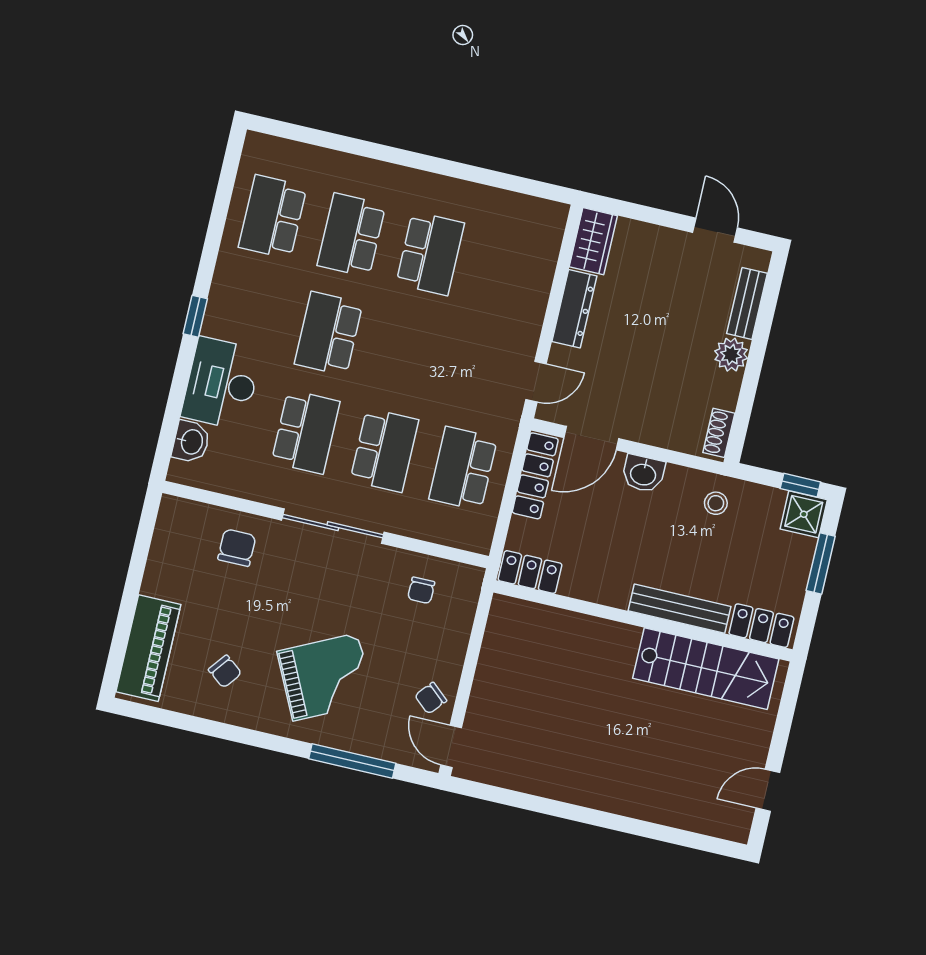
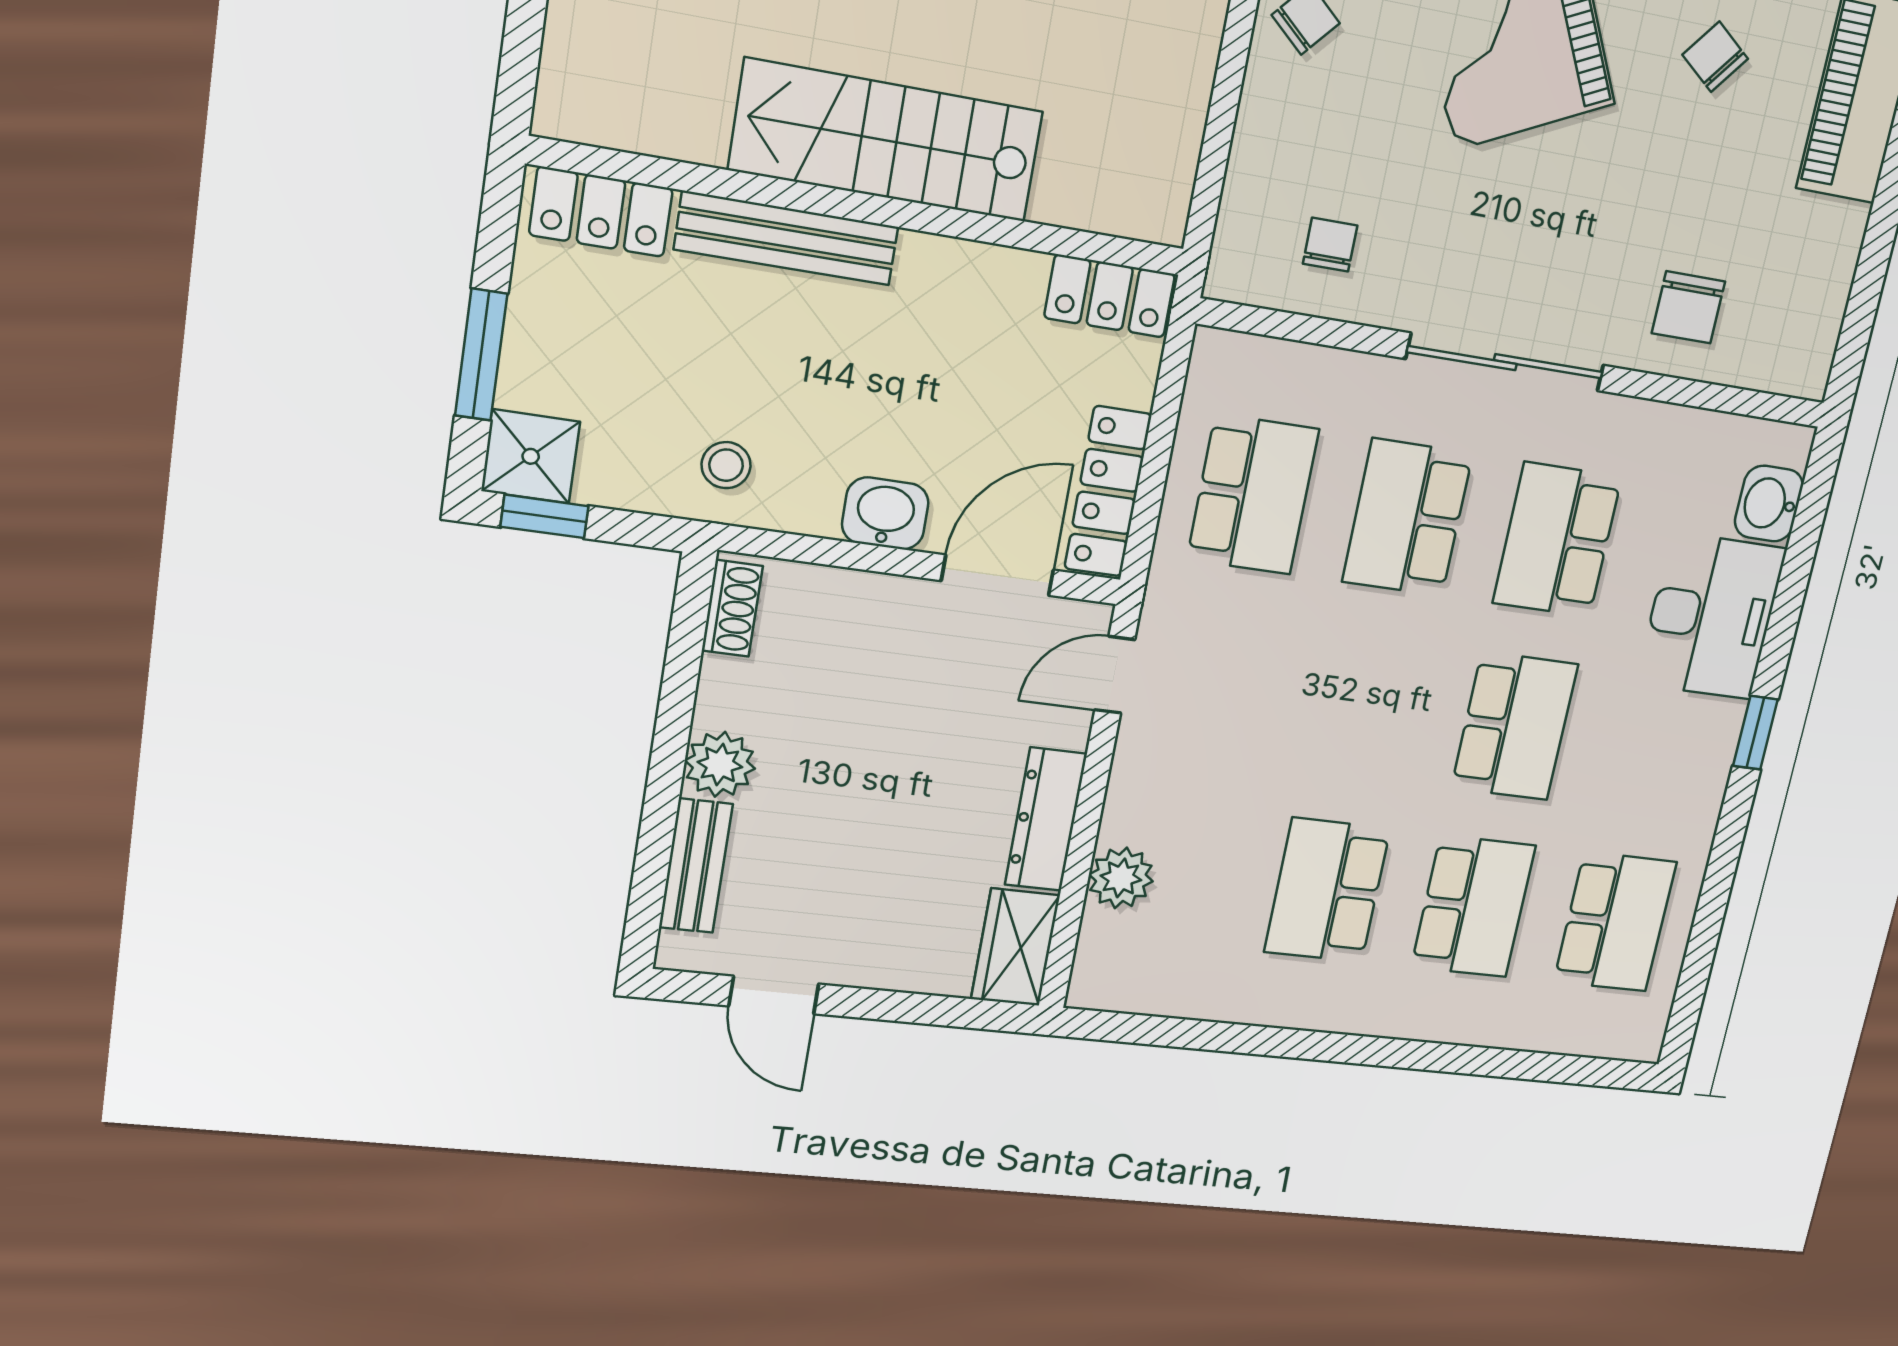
plant: (538, 273) -> (1121, 878), added
stairs: (706, 669) -> (887, 141), moved

